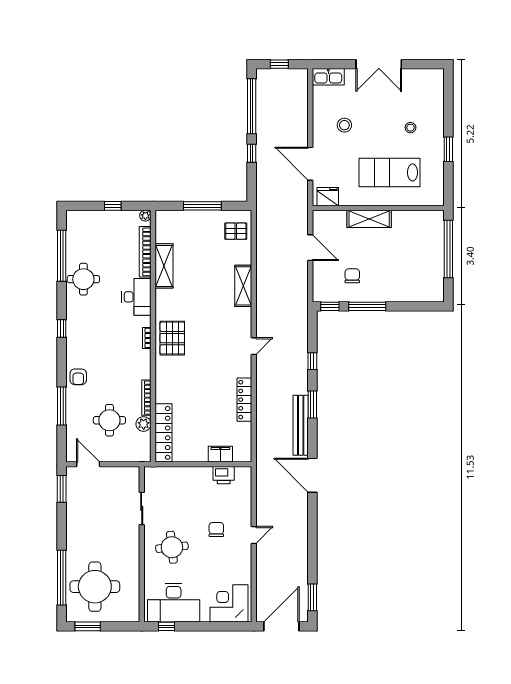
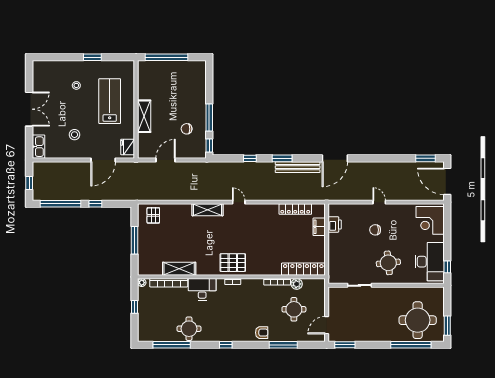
lab bench: (389, 172) -> (110, 101), turned 180
shelving: (243, 286) -> (208, 210), moved
locker: (244, 400) -> (295, 209), moved

